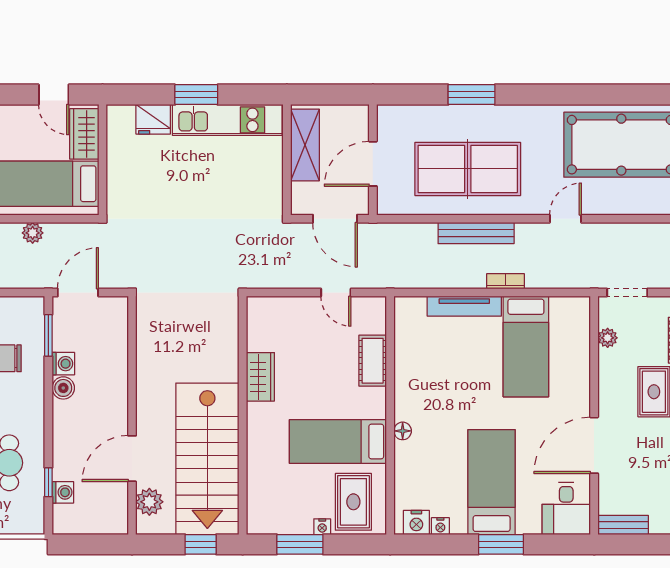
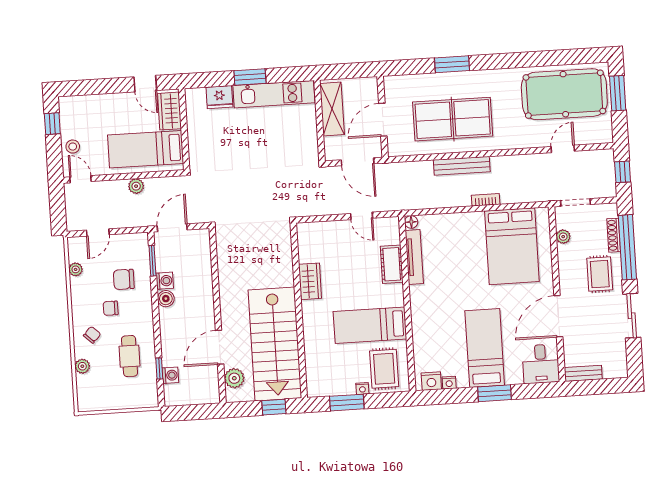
door: (565, 219) -> (563, 149), moved
tv unit: (464, 306) -> (414, 257), moved, turned -90
bed: (526, 346) -> (512, 246), width x1.50
floor lamp: (403, 431) -> (411, 222), moved

